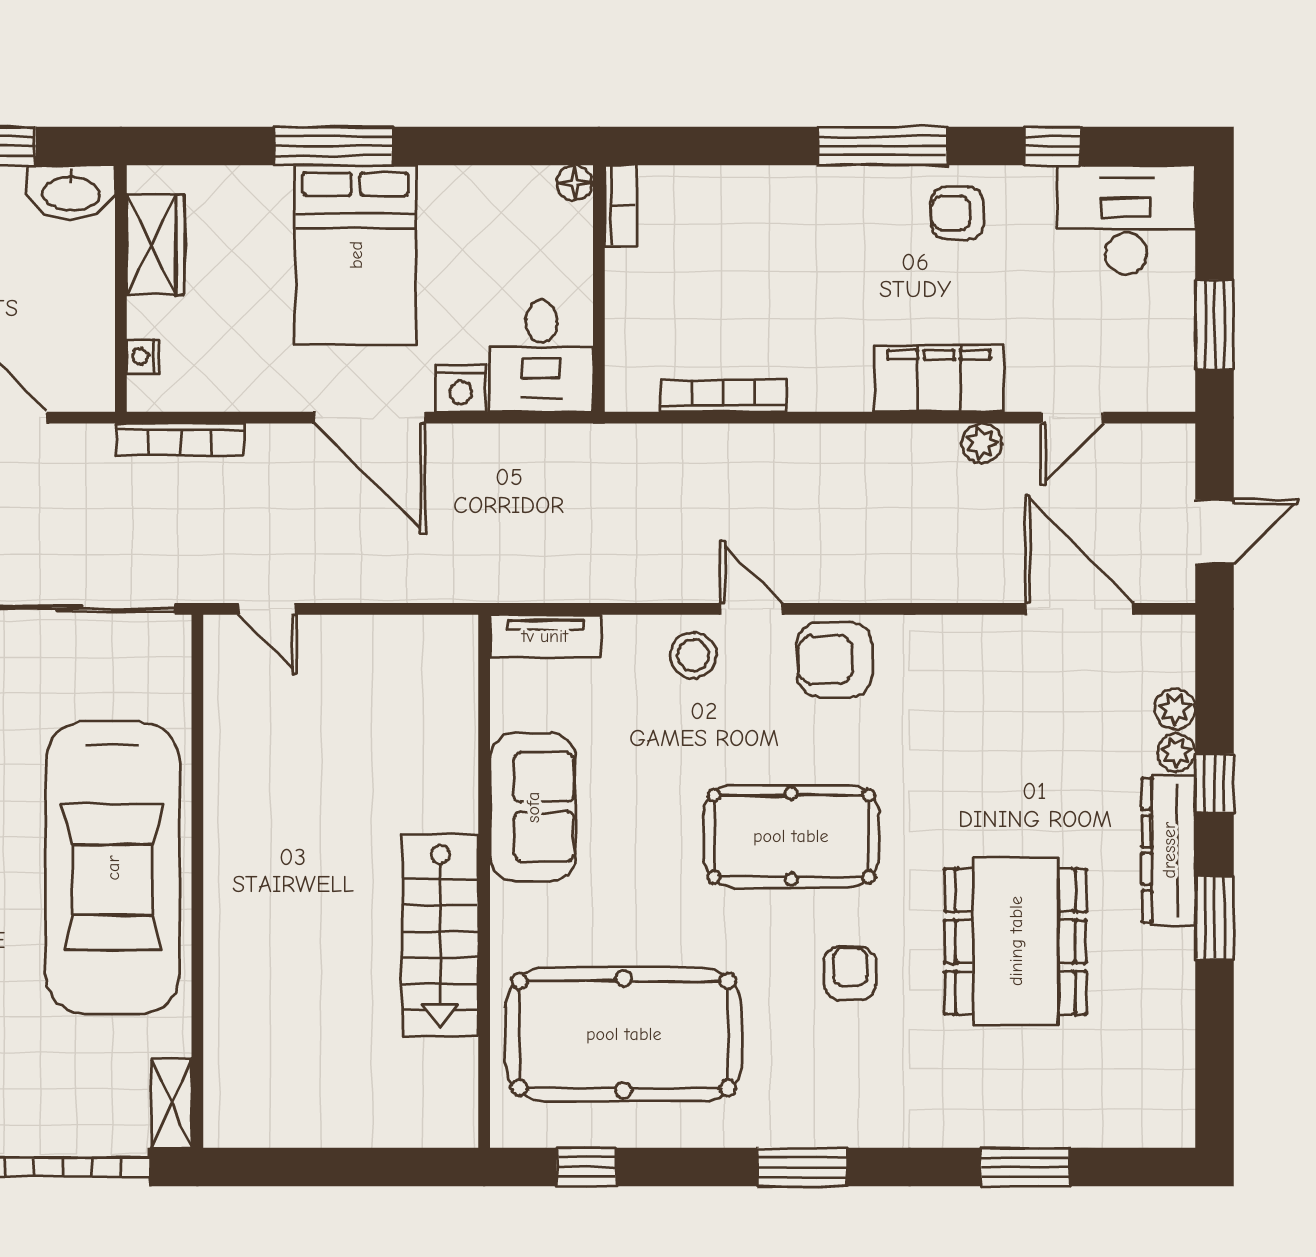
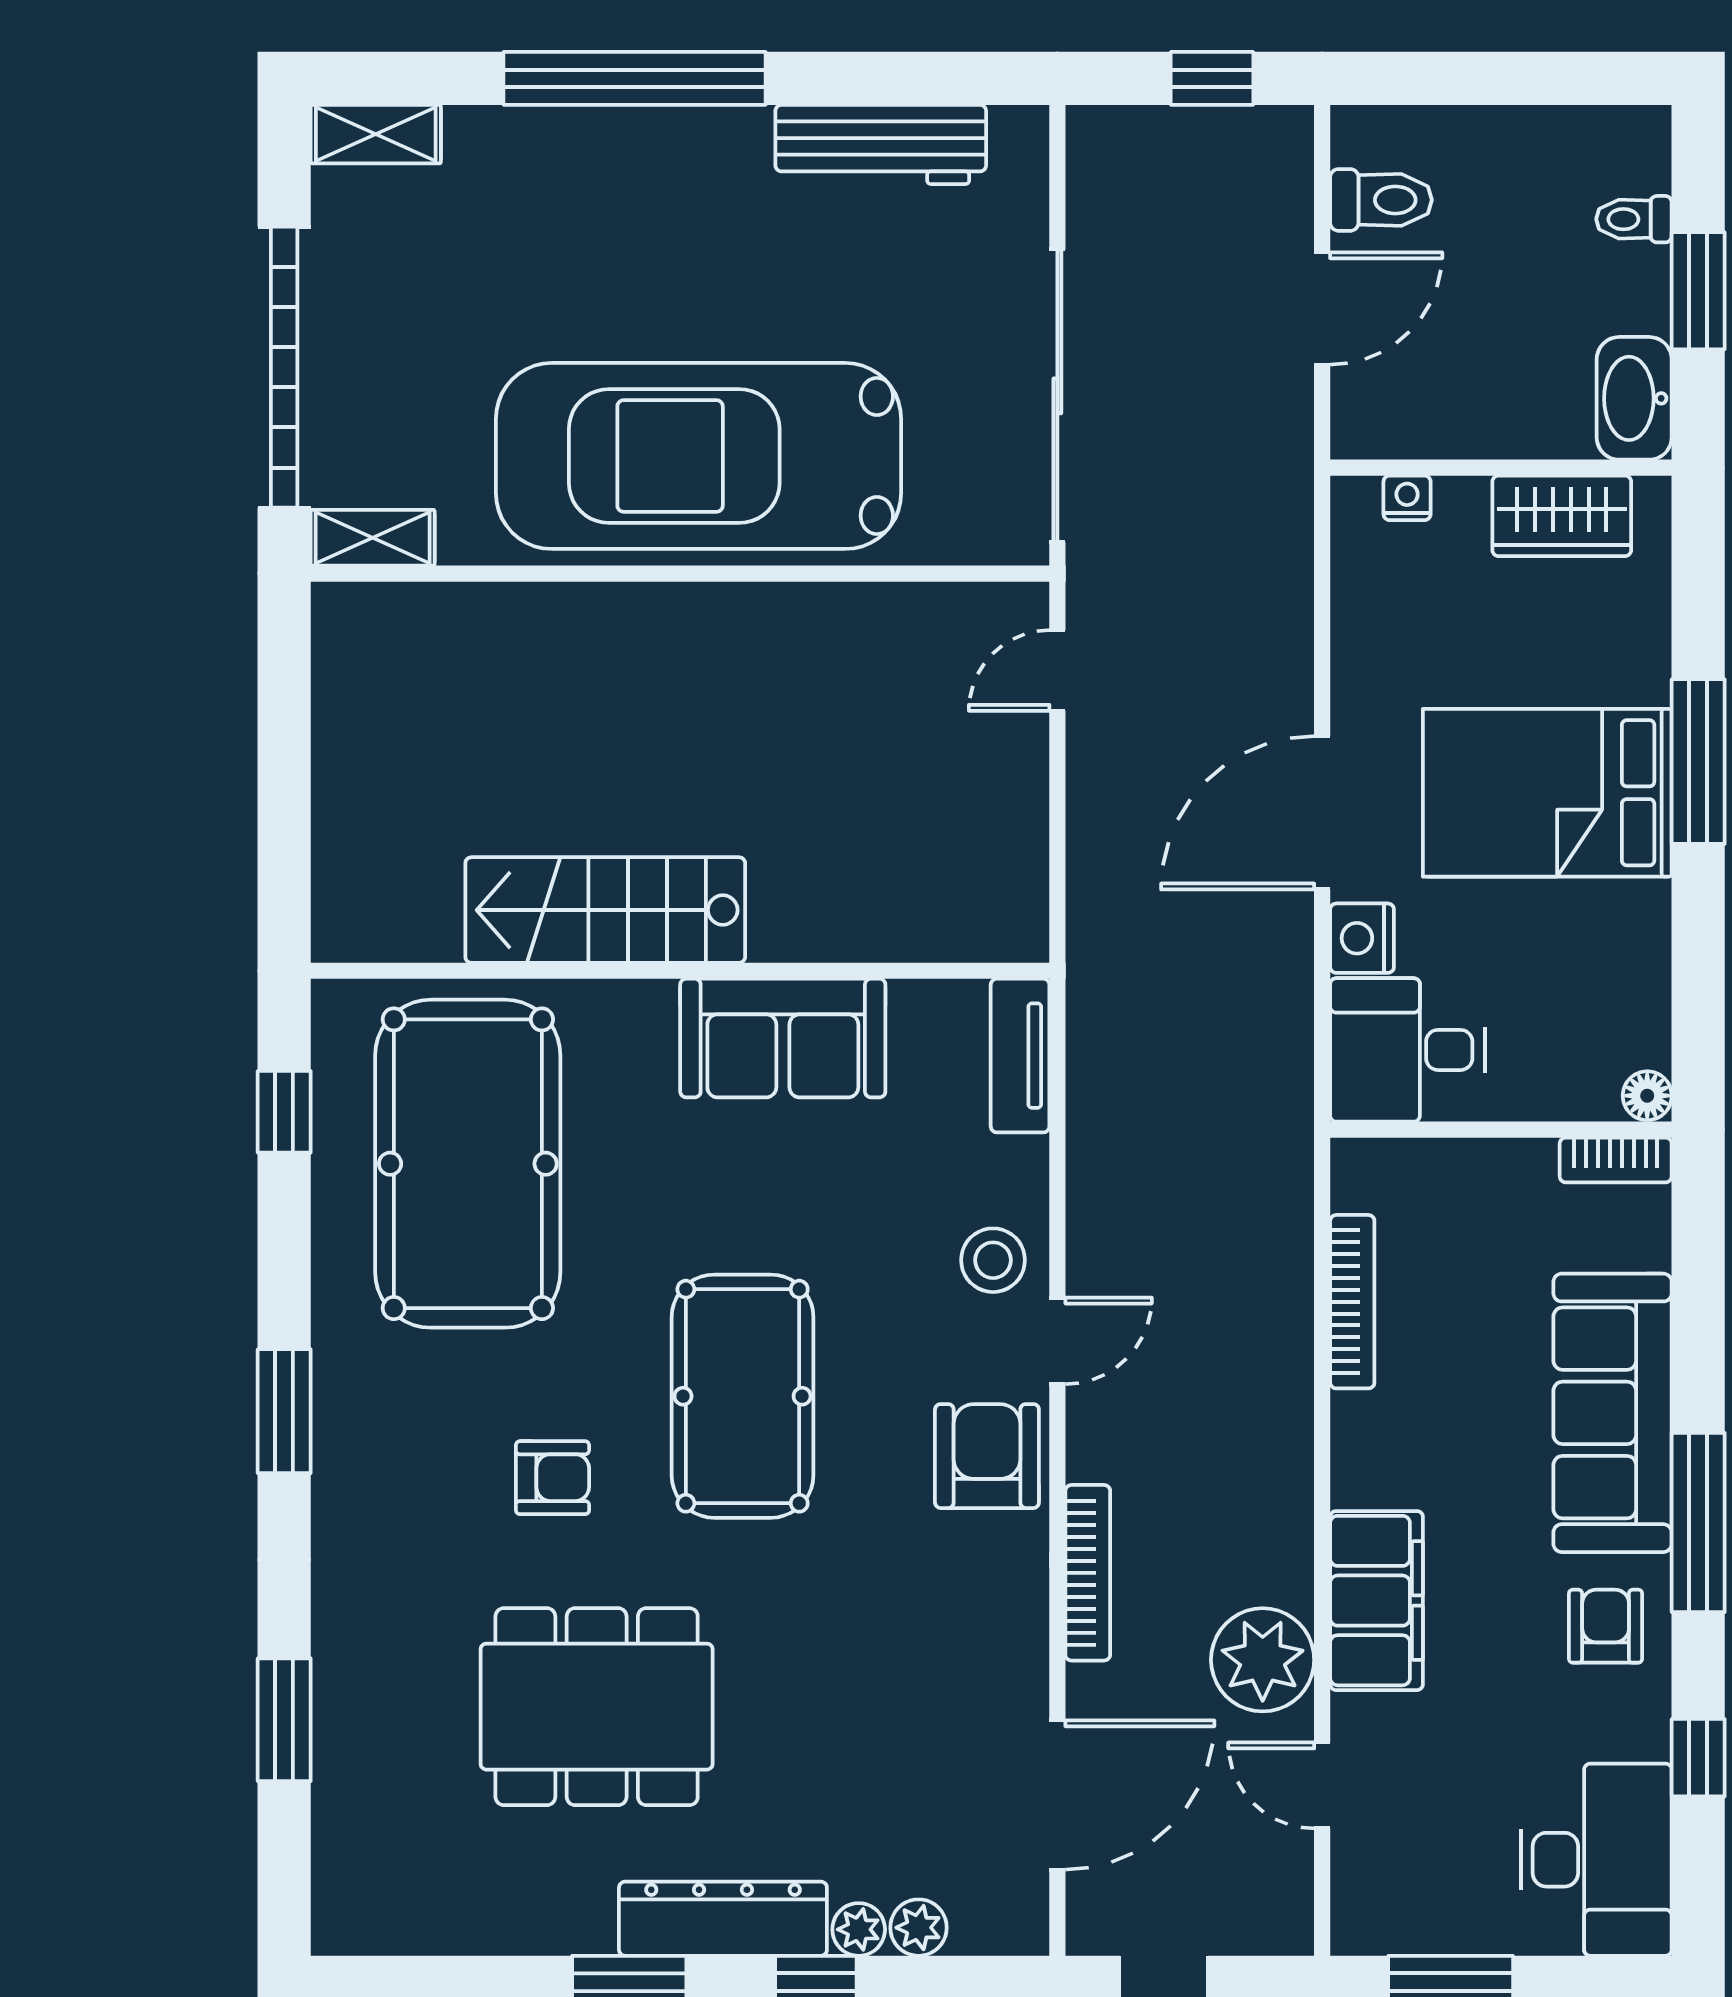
sofa: (803, 208) -> (1613, 1413), added
bookcase: (180, 440) -> (1088, 1573), moved, turned 180
plant: (982, 443) -> (1263, 1660), width x1.87, depth x1.87

